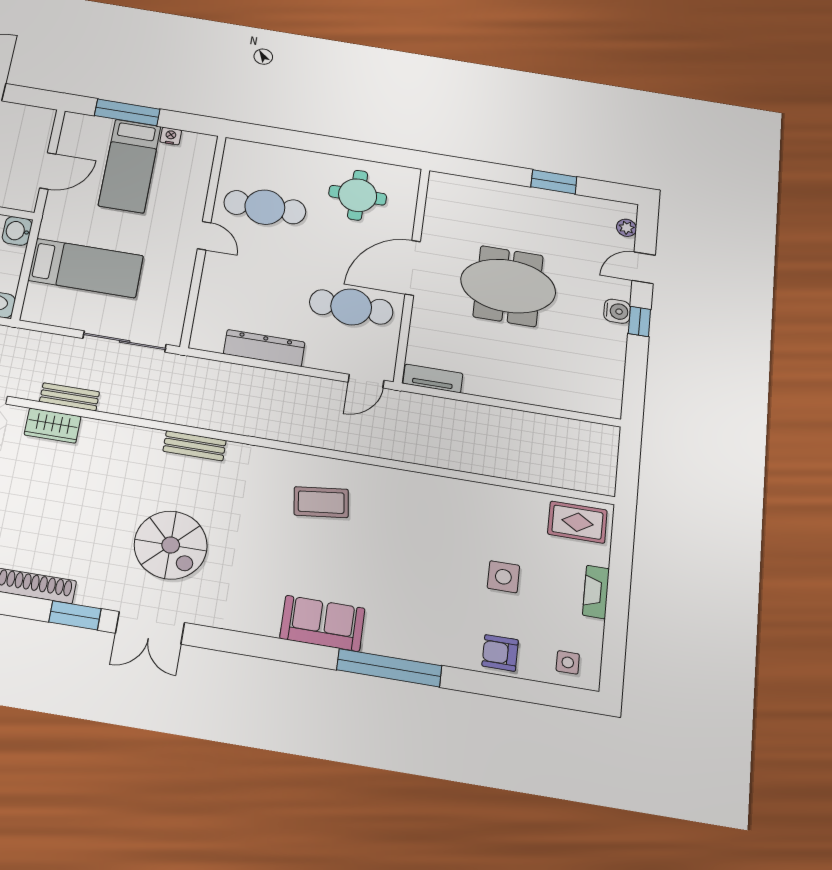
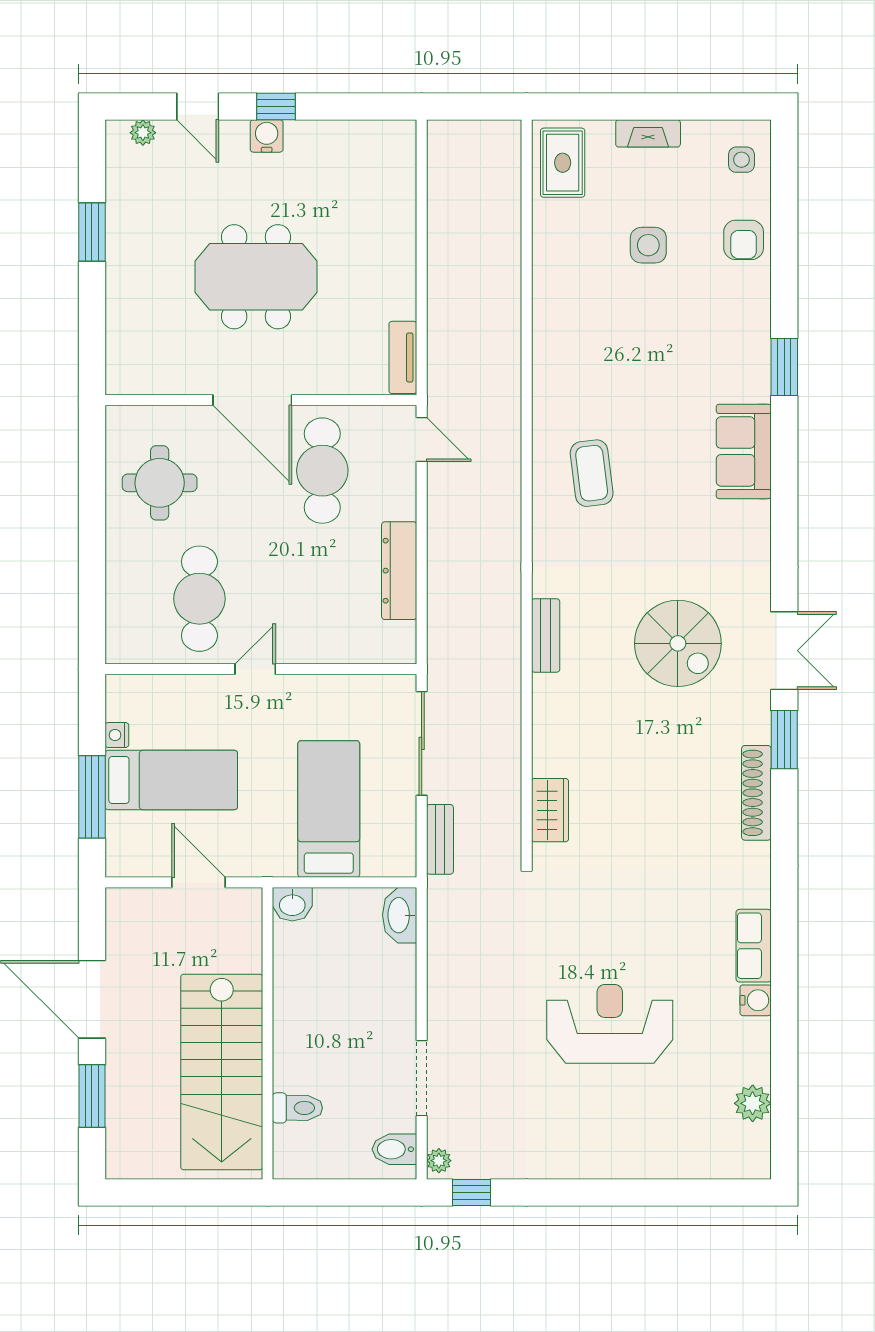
meeting table: (508, 286) -> (256, 277), turned 90
bench: (69, 397) -> (440, 839), moved
spiral stairs: (171, 545) -> (678, 643), turned 90
window: (389, 668) -> (784, 367), width x0.47

